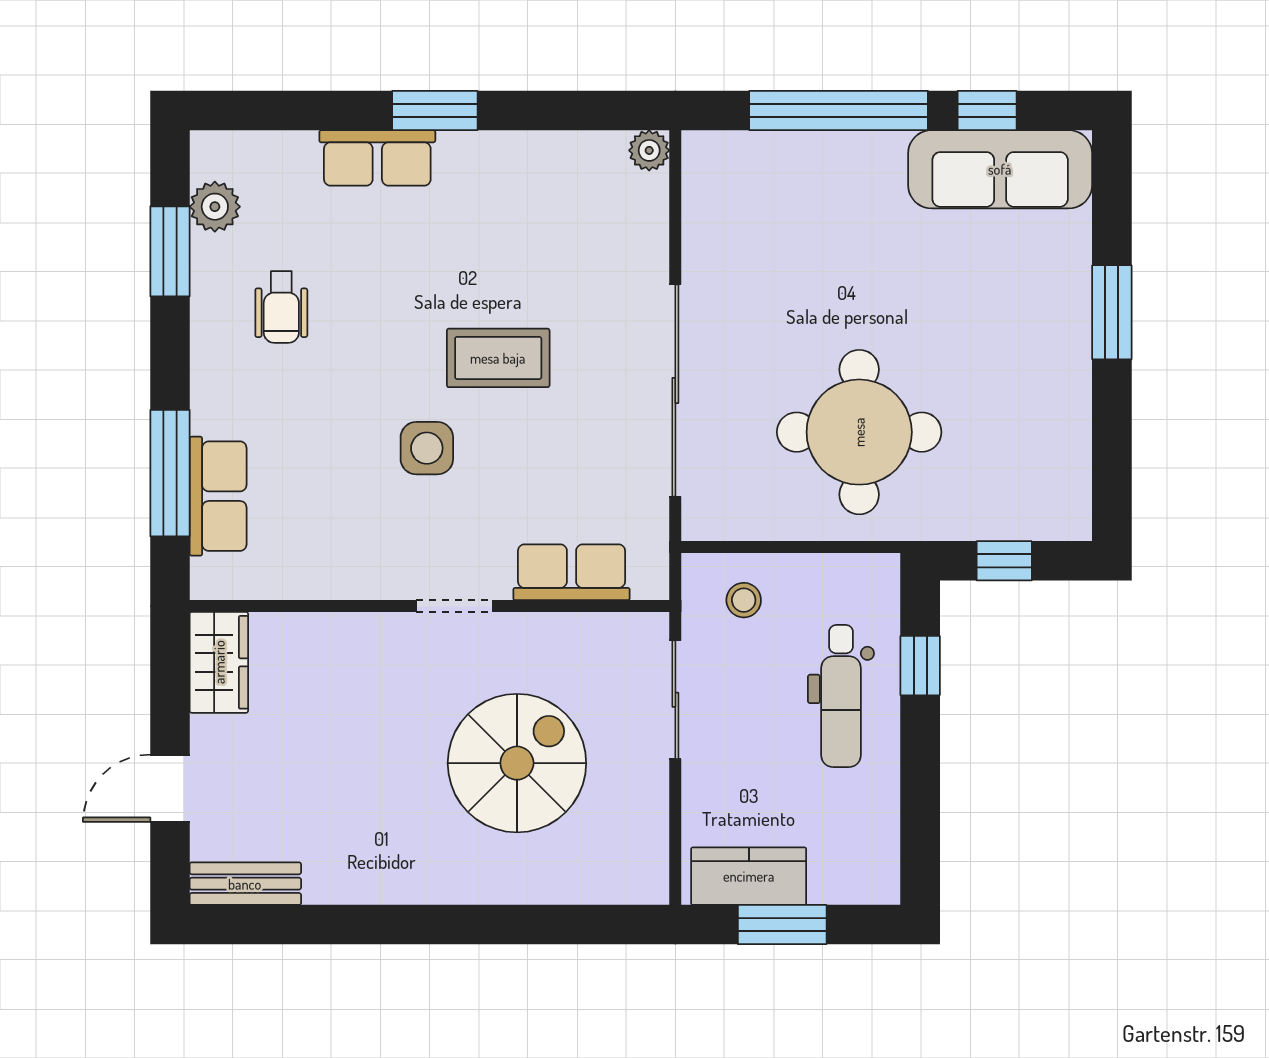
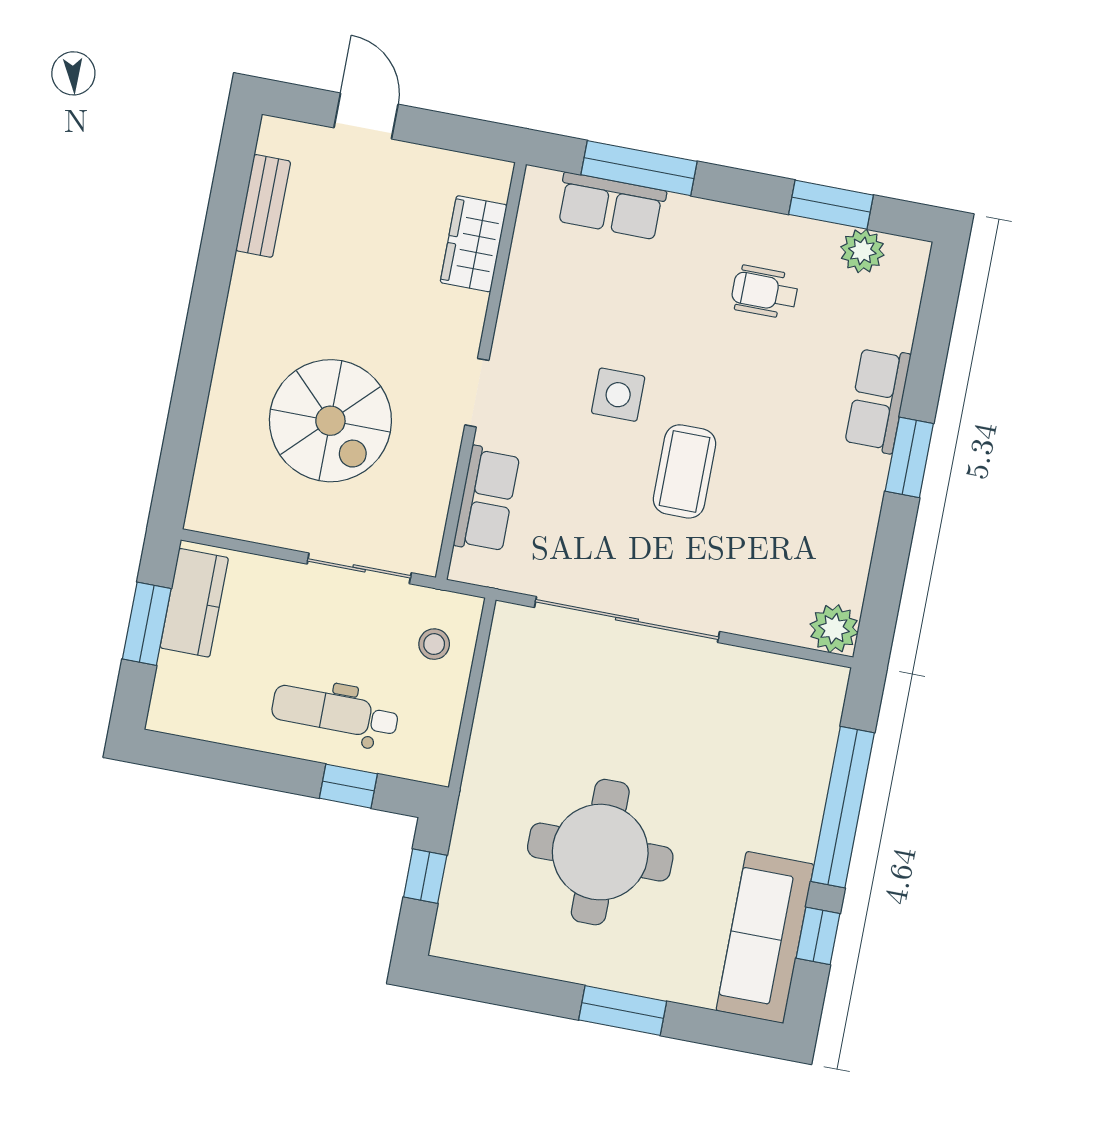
plant: (649, 150) -> (834, 629), width x1.38, depth x1.38
round table: (859, 432) -> (600, 852), moved
wardrobe: (219, 662) -> (474, 244), moved, turned 90
bench: (245, 884) -> (263, 206), moved

